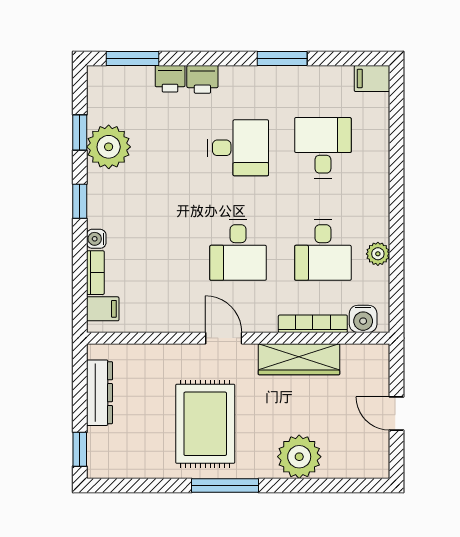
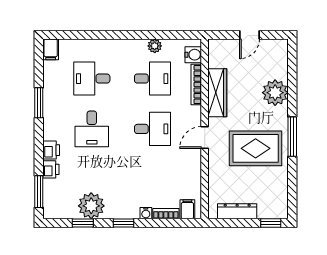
desk: (238, 148) -> (92, 129), turned 180

